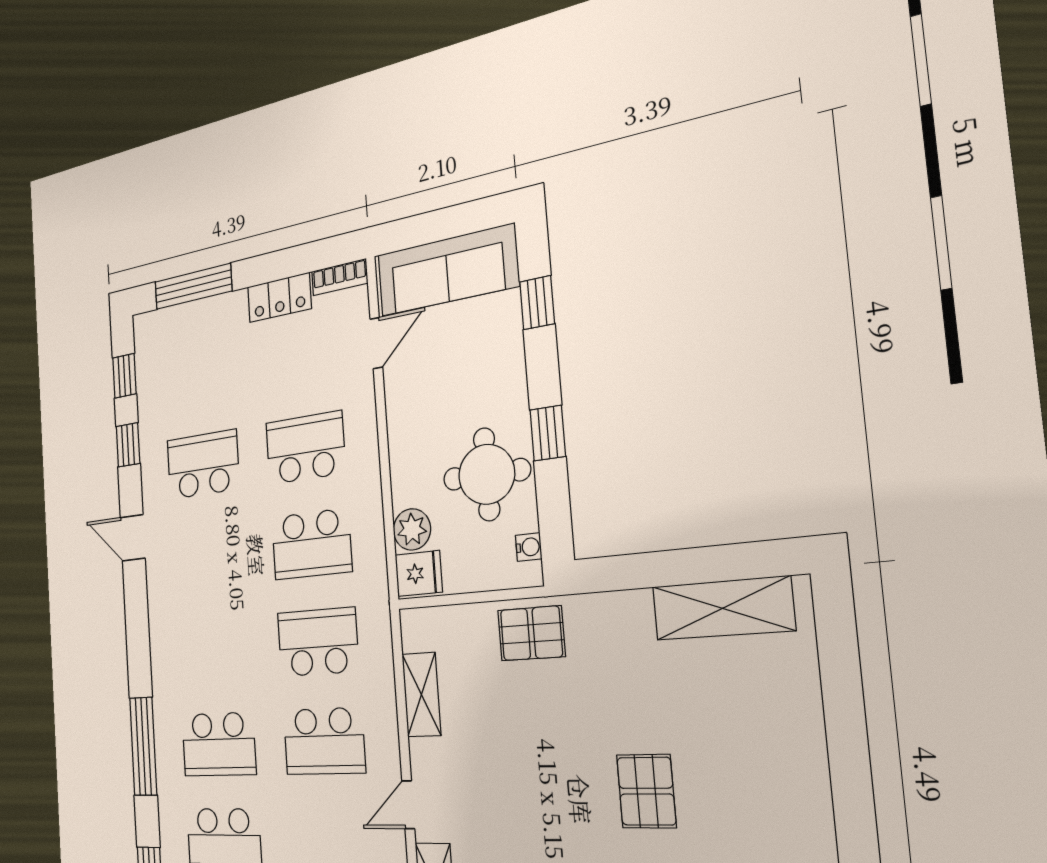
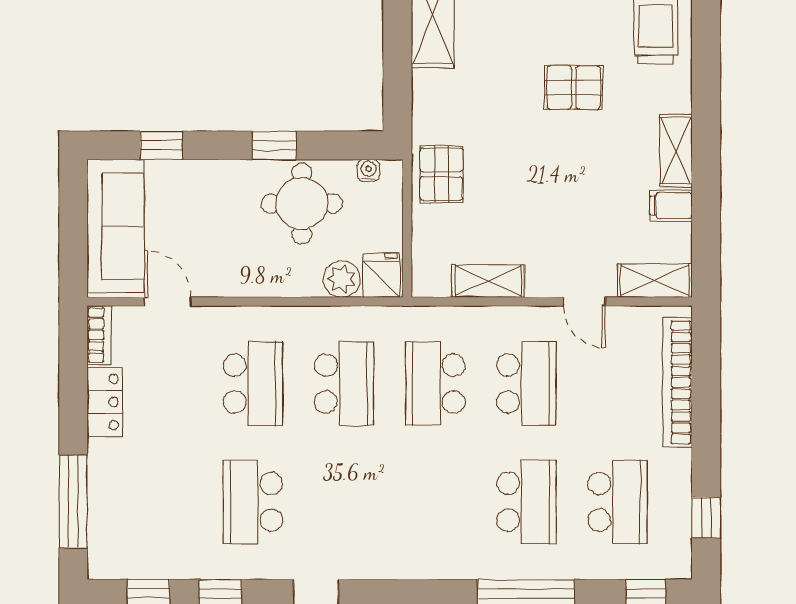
school desk: (305, 448) -> (253, 384), turned 180

